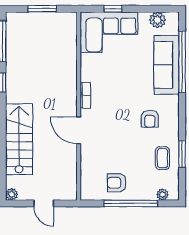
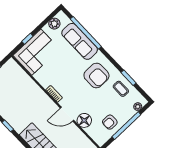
armchair: (150, 119) -> (96, 75), width x1.88, depth x1.88
floor lamp: (91, 155) -> (84, 120), added

